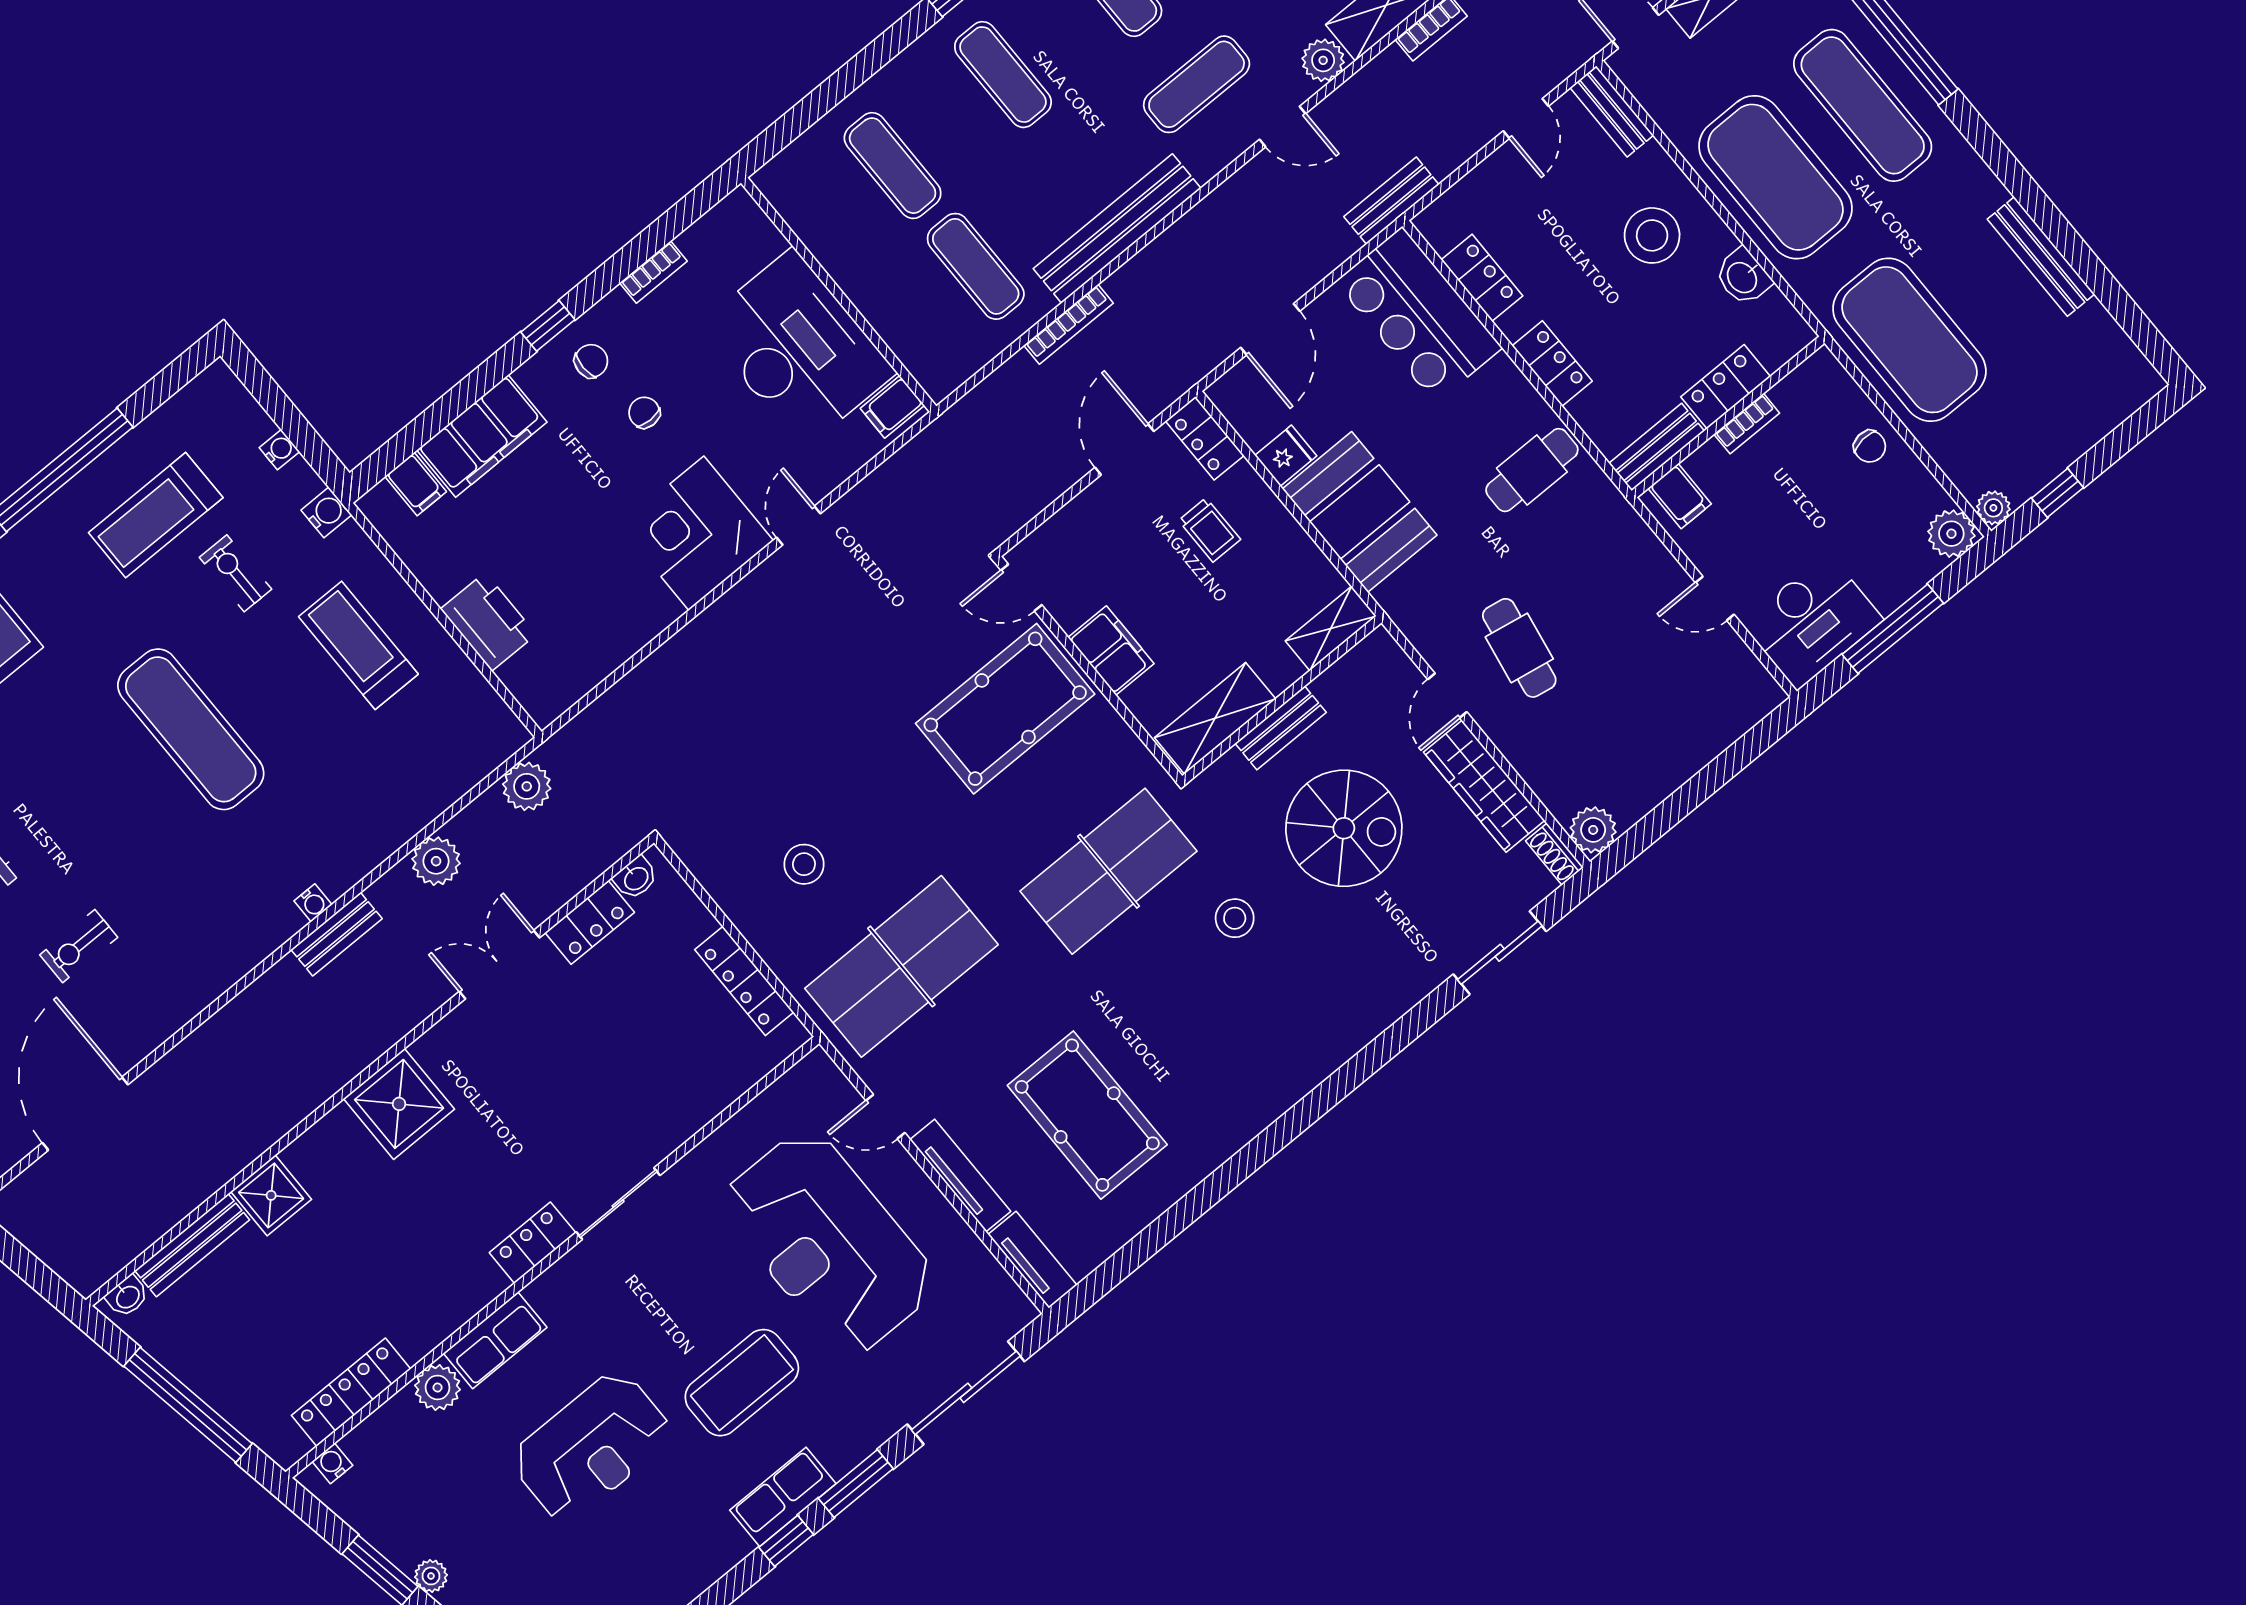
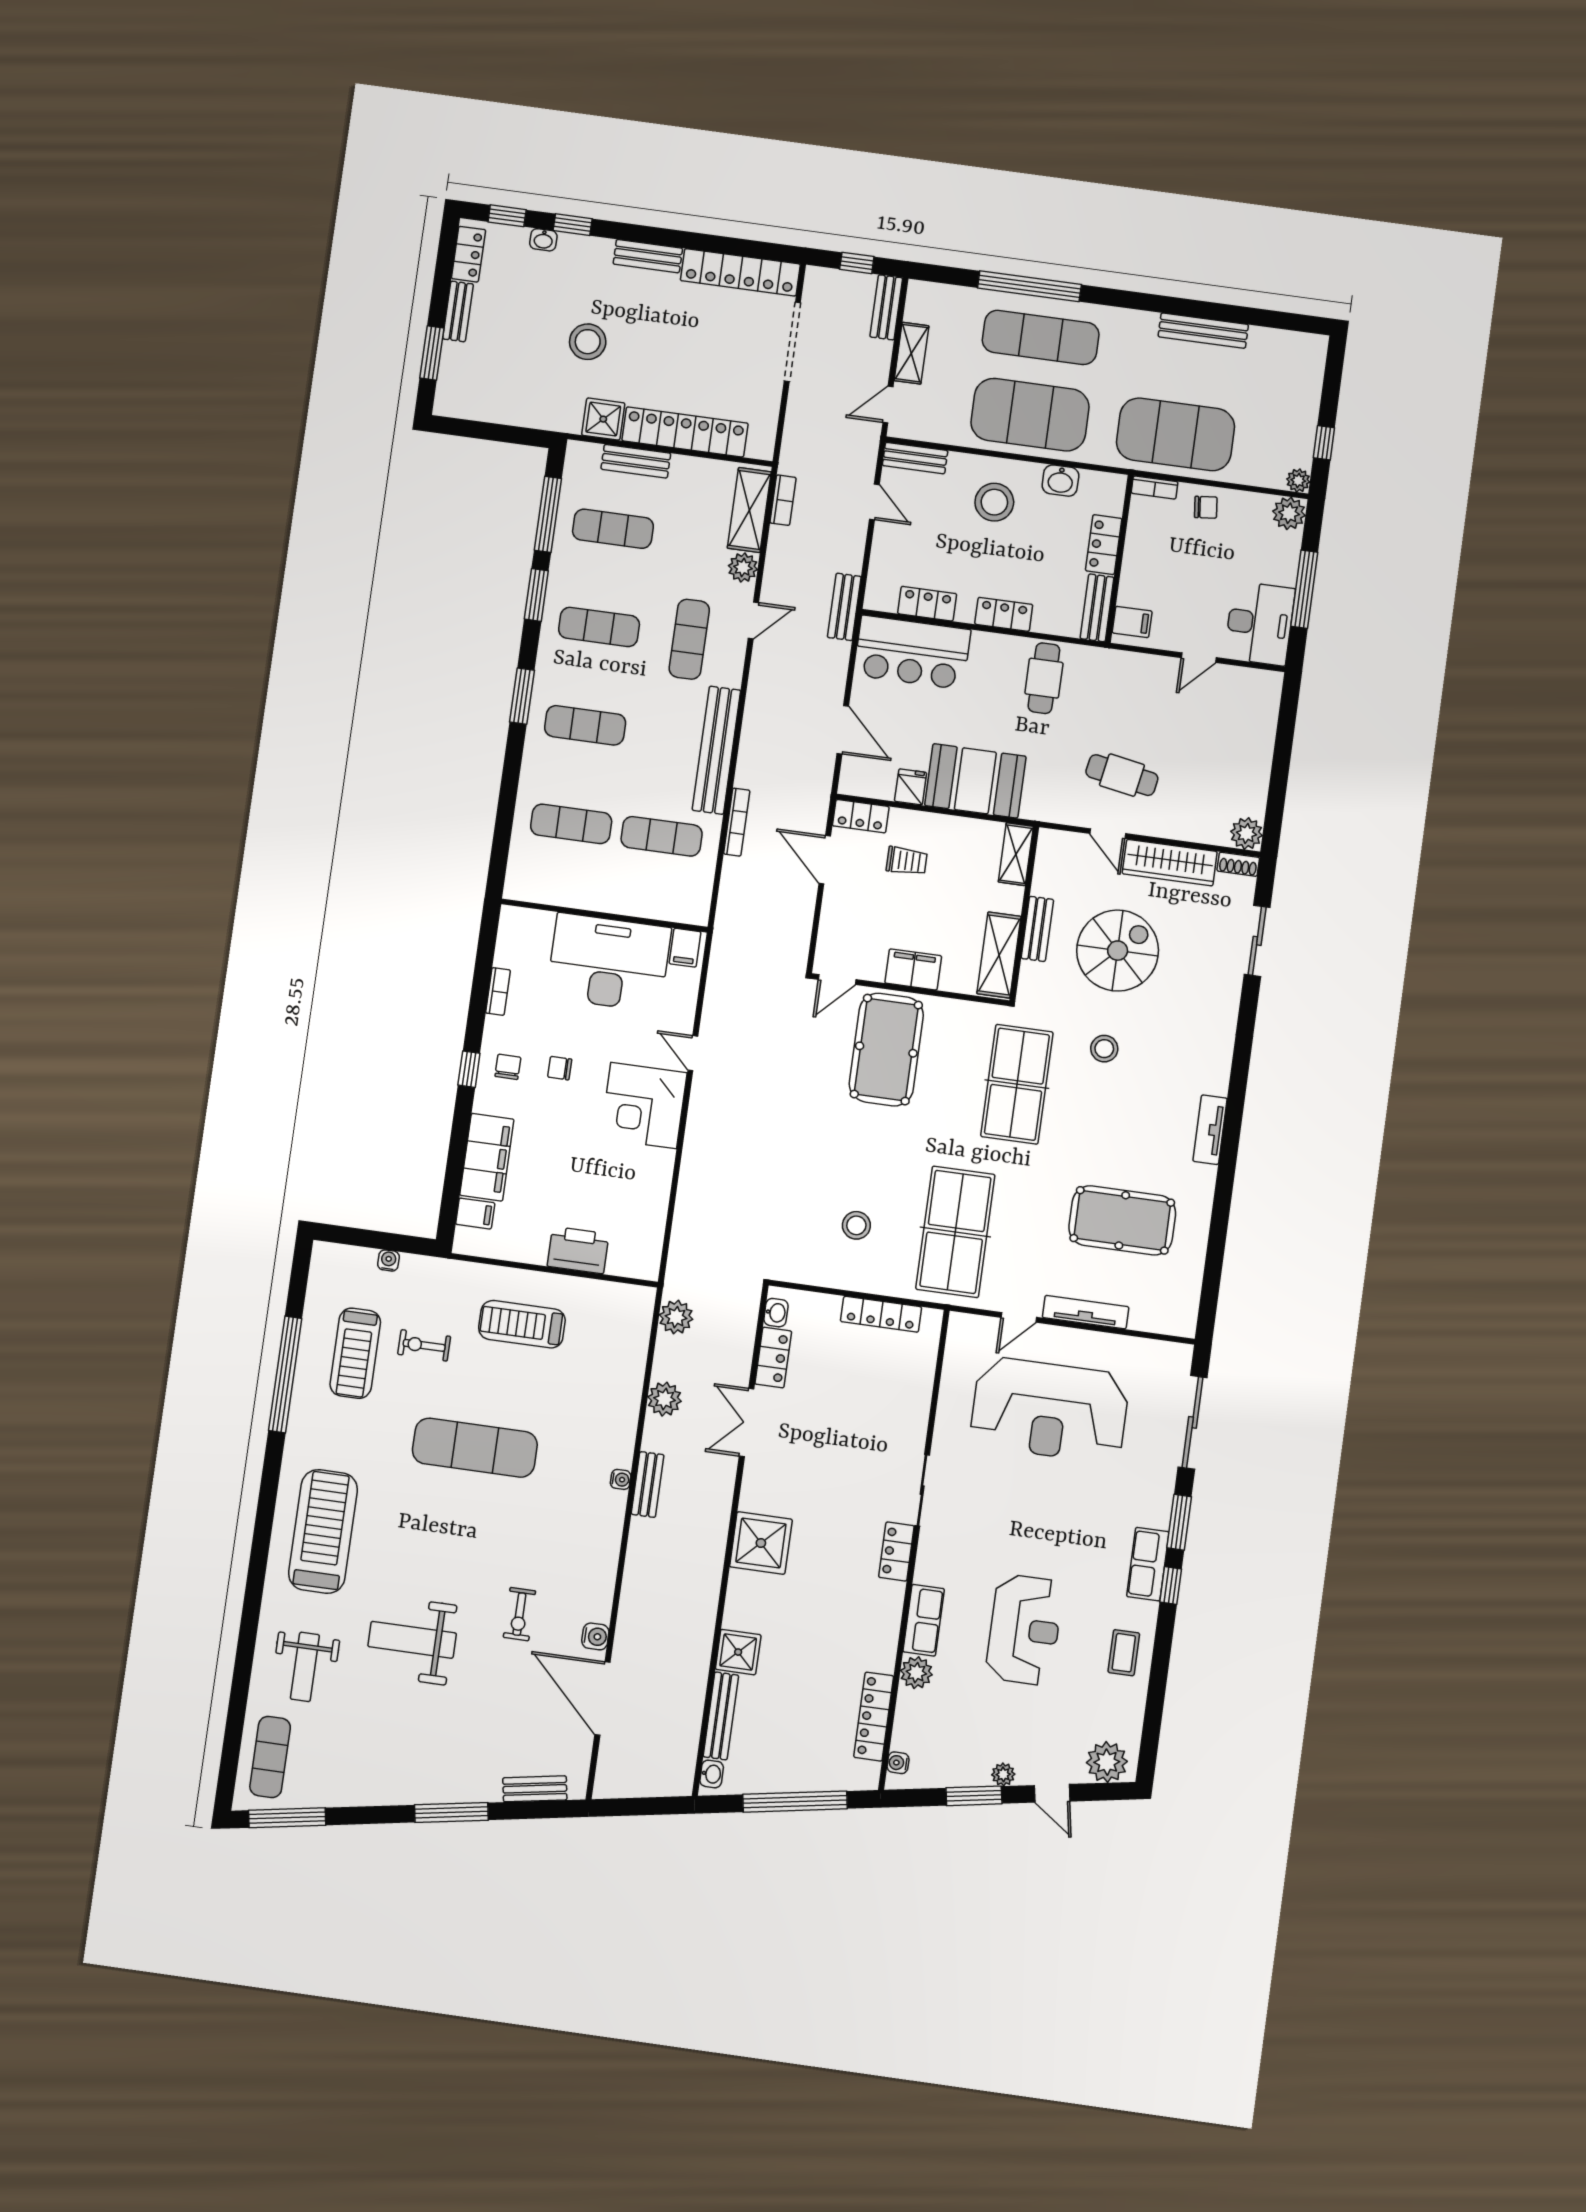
bookcase: (1747, 424) -> (1155, 487), moved, turned 90
water cooler: (326, 512) -> (595, 1636), moved, turned 90
tv unit: (1032, 1260) -> (1210, 1130), moved, turned -90
coffee table: (742, 1383) -> (1124, 1653), moved, width x0.54, depth x0.58

